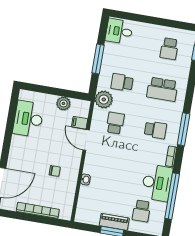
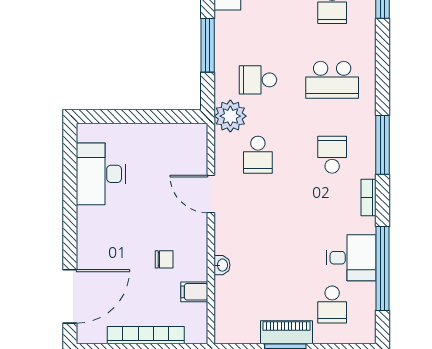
plant: (63, 103) -> (159, 136), removed
filing cabinet: (80, 123) -> (194, 292), moved
school desk: (115, 123) -> (258, 155), turned 180
school desk: (155, 130) -> (332, 155), turned -90
desk: (157, 183) -> (351, 258), width x0.73

